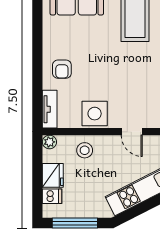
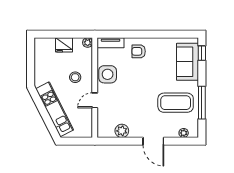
stool: (85, 150) -> (75, 77), moved
dishwasher: (52, 196) -> (49, 44), removed
window: (75, 223) -> (31, 61), removed

